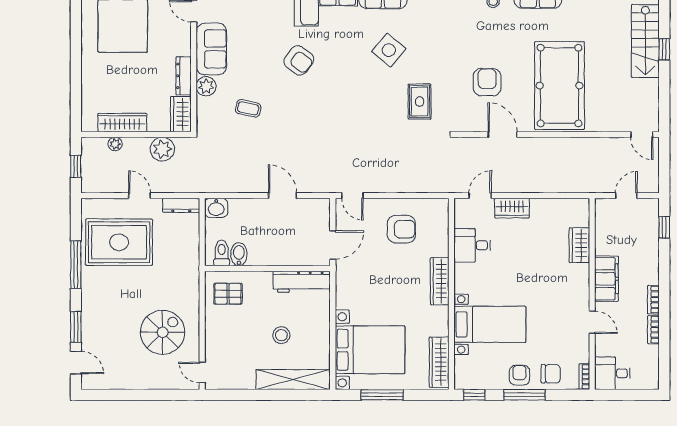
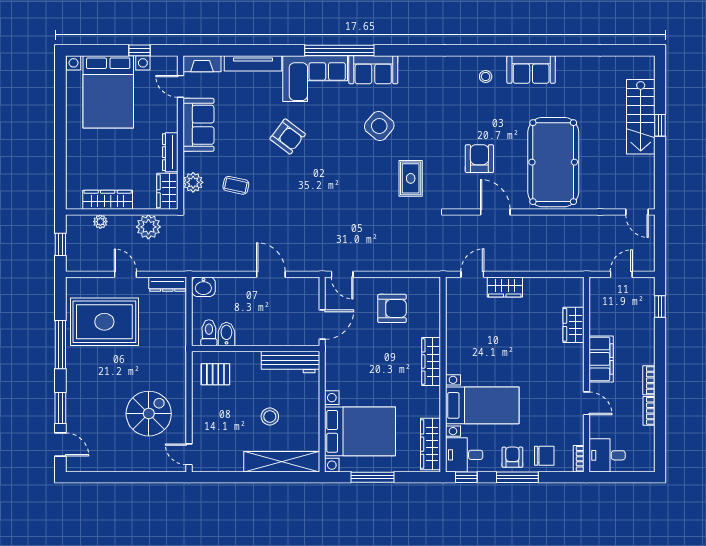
plant: (206, 86) -> (193, 182), moved
desk: (472, 245) -> (464, 455), moved

